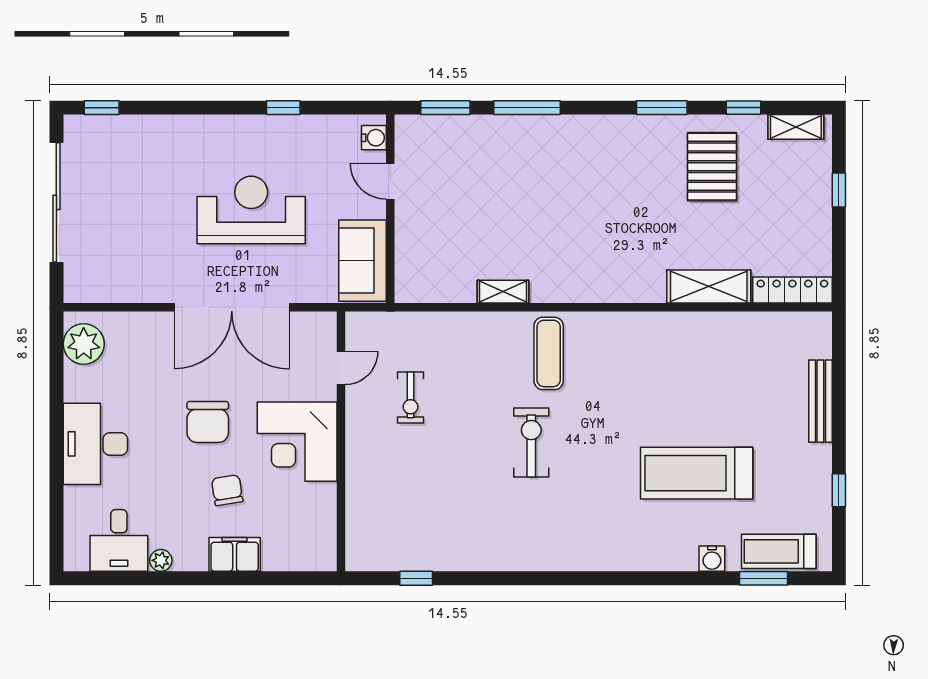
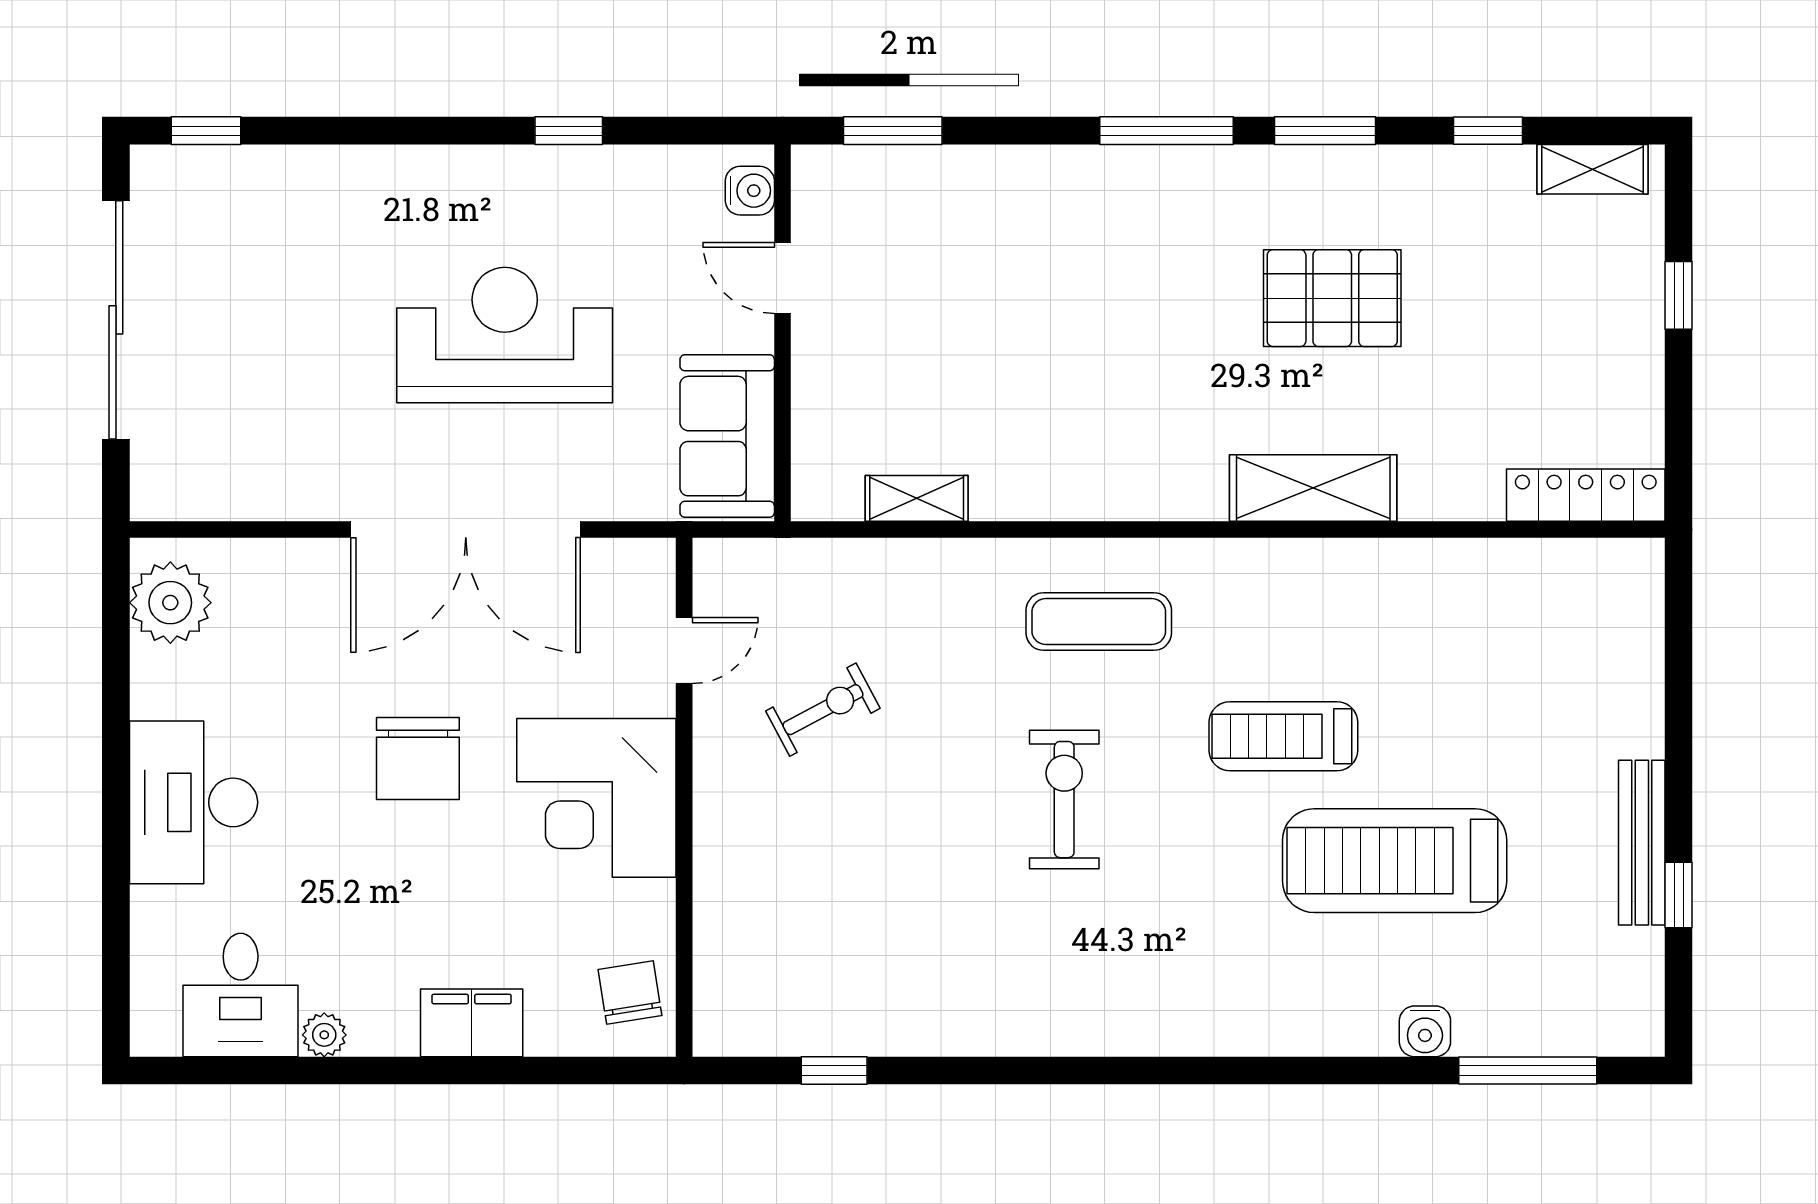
window: (527, 108) -> (1167, 131), moved
pallet: (712, 167) -> (1332, 298), moved, turned 90
shelving: (709, 287) -> (1313, 488), moved
shelving: (503, 292) -> (917, 498), moved
exercise mat: (549, 353) -> (1099, 622), turned 90
exercise bike: (411, 398) -> (823, 710), turned -118
bench: (820, 401) -> (1642, 843), moved
chair: (227, 490) -> (630, 992), moved
treadmill: (779, 551) -> (1283, 736), moved
window: (763, 578) -> (1528, 1070), width x1.44

